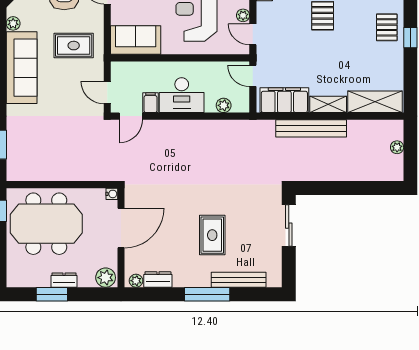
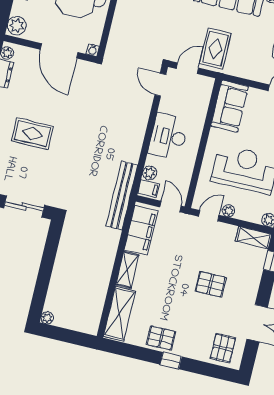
pallet: (387, 27) -> (161, 338), moved
rug: (74, 46) -> (215, 49), moved
door: (253, 76) -> (170, 207), hinge flipped
filing cabinet: (150, 103) -> (149, 188), moved
bench: (311, 128) -> (122, 196), moved
plant: (397, 147) -> (47, 318), moved

